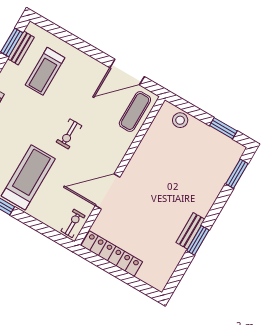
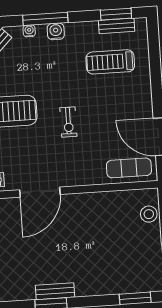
exercise bike: (69, 134) -> (68, 122), turned -90
door: (108, 191) -> (40, 192), swing flipped

